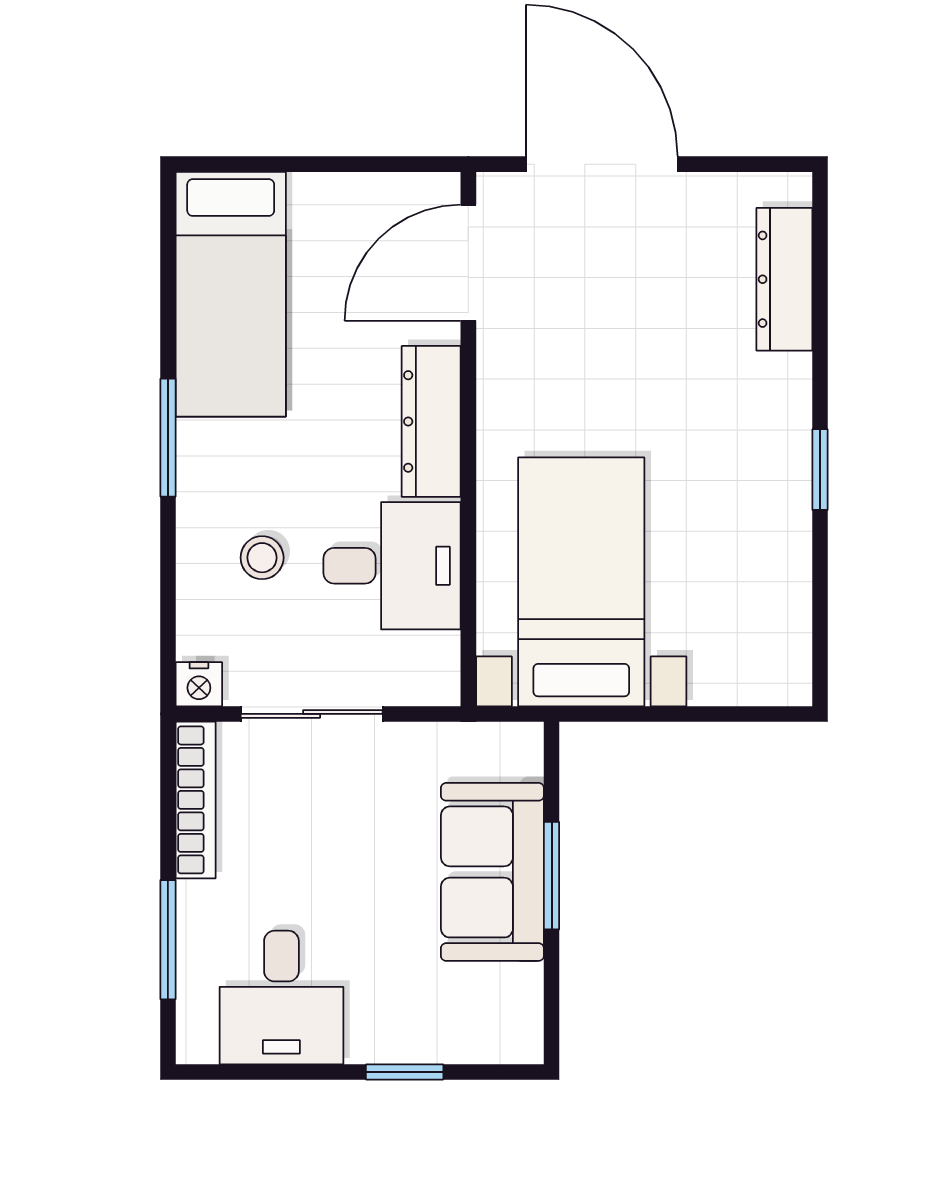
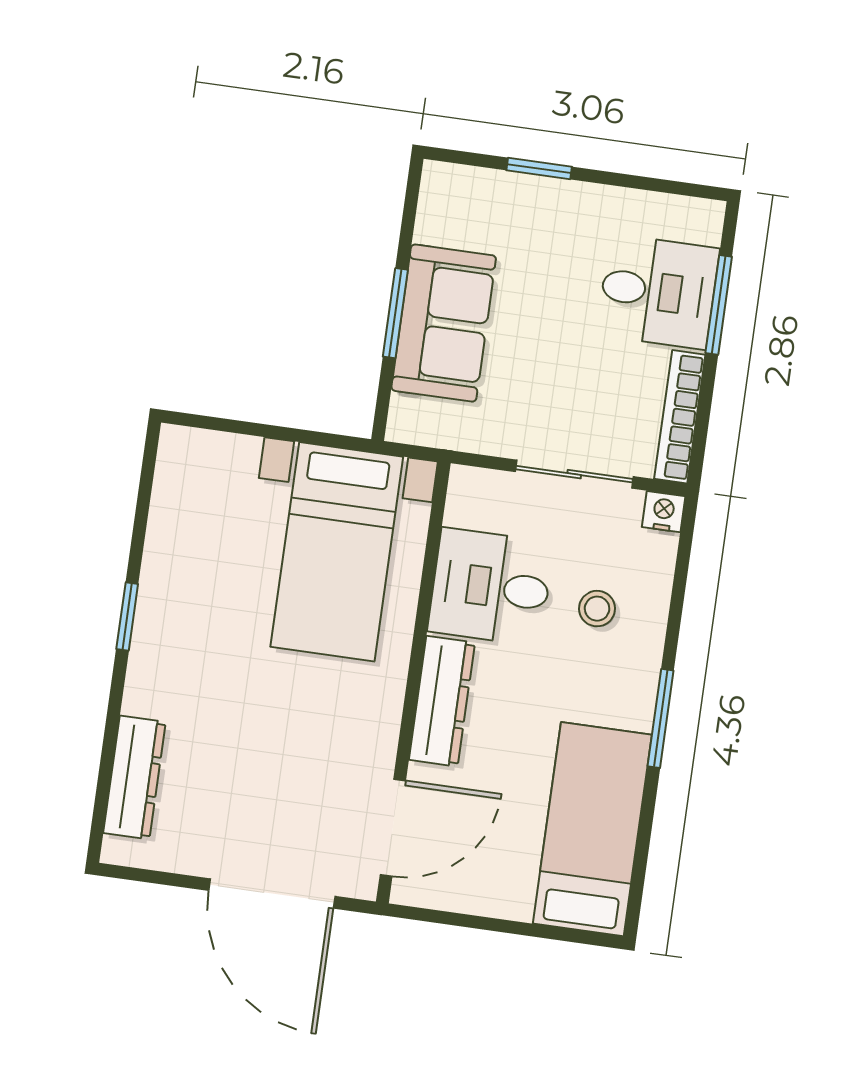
desk: (281, 997) -> (658, 292), moved, turned 90

